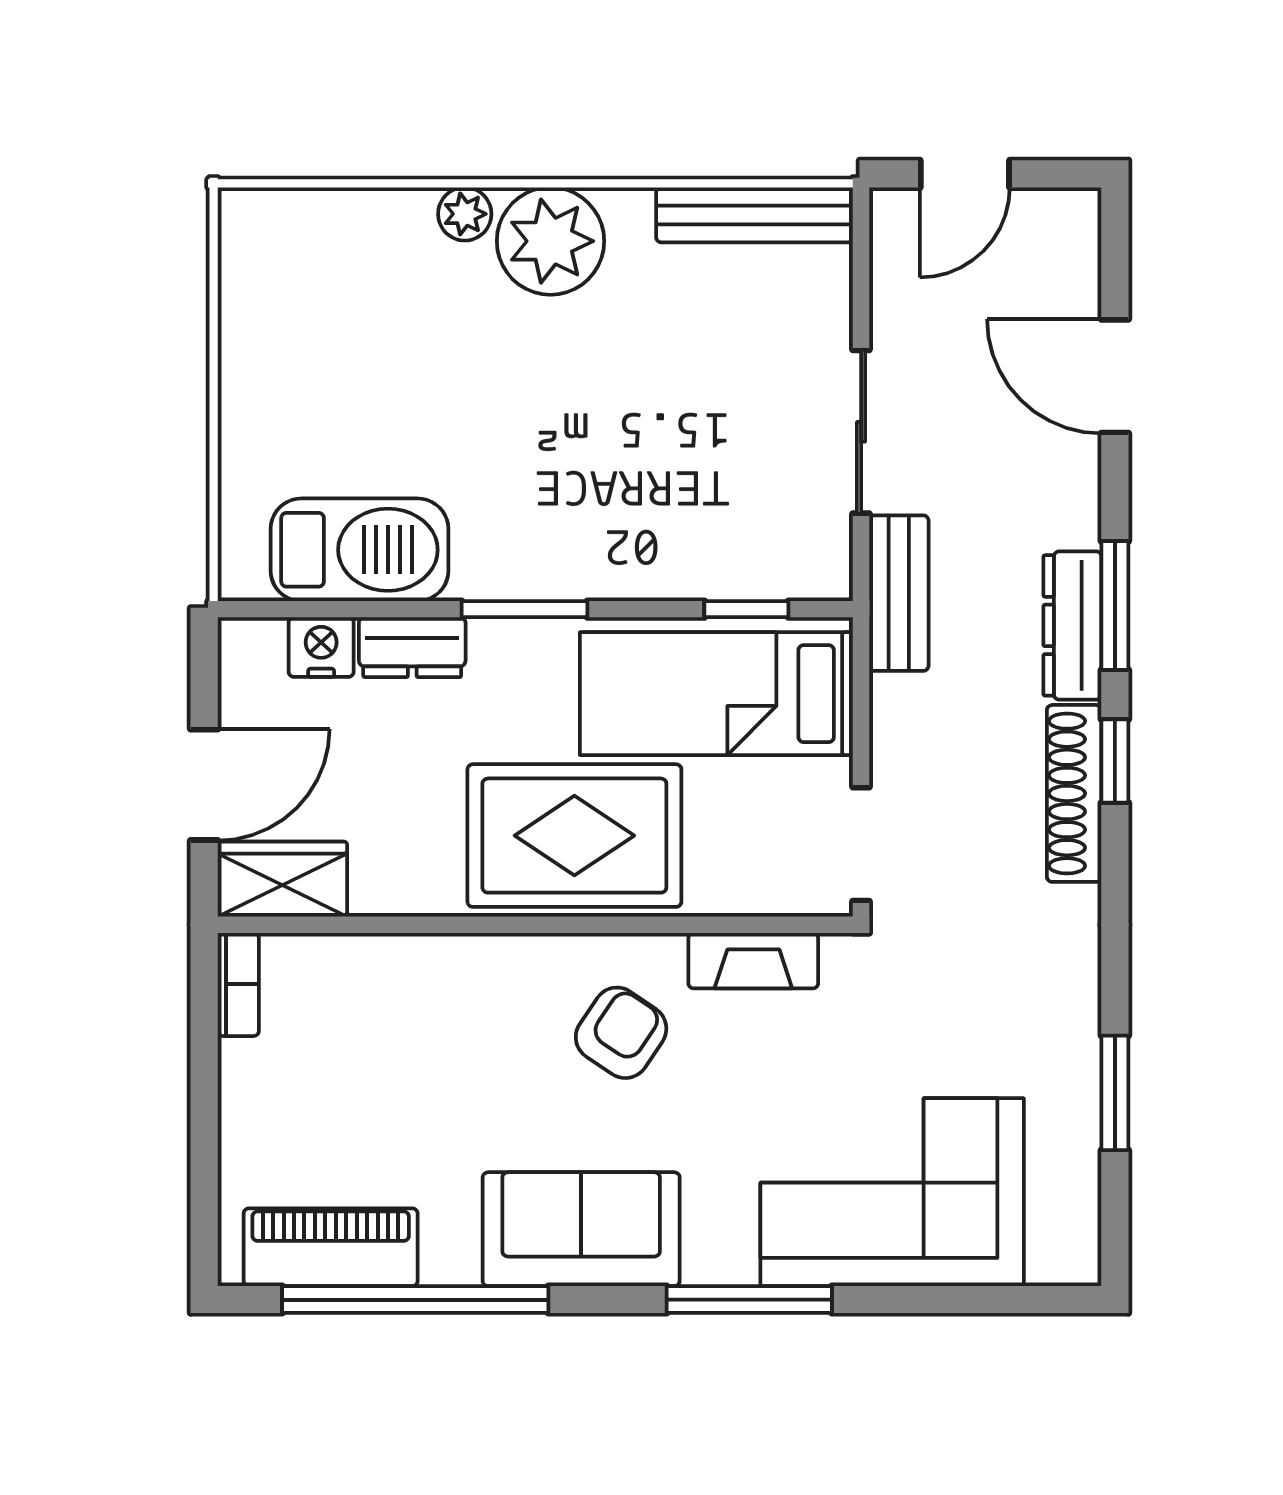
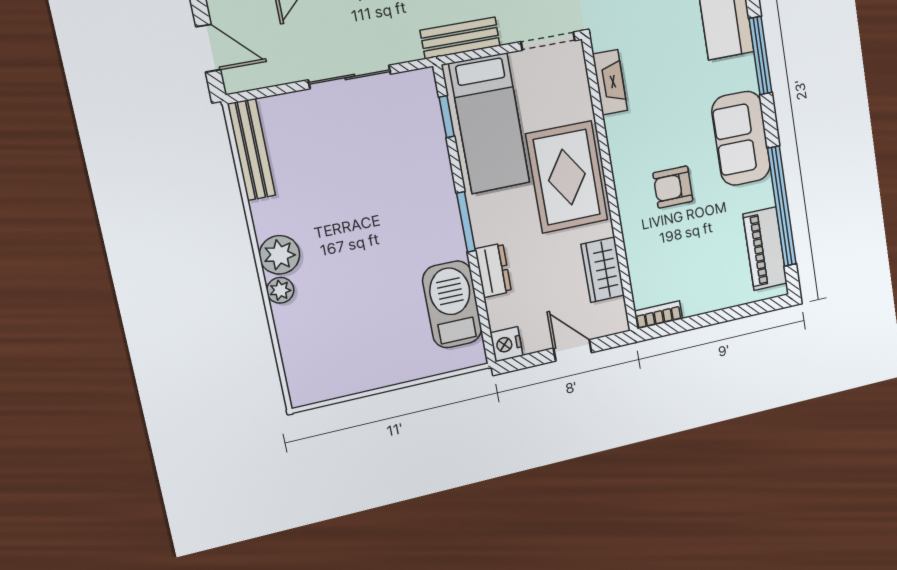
plant: (550, 241) -> (280, 255), width x0.73, depth x0.73
bench: (899, 593) -> (460, 38), moved
nightstand: (321, 647) -> (507, 344), moved
door: (204, 785) -> (573, 350), width x0.73
wardrobe: (282, 879) -> (603, 270), moved
armchair: (621, 1033) -> (673, 187), moved, turned -34

